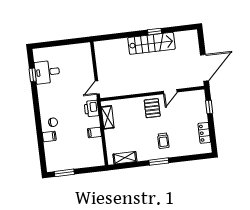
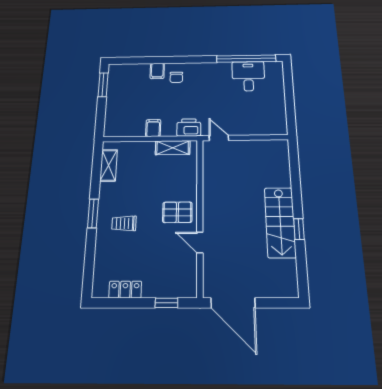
window: (33, 75) -> (246, 59), width x3.17

